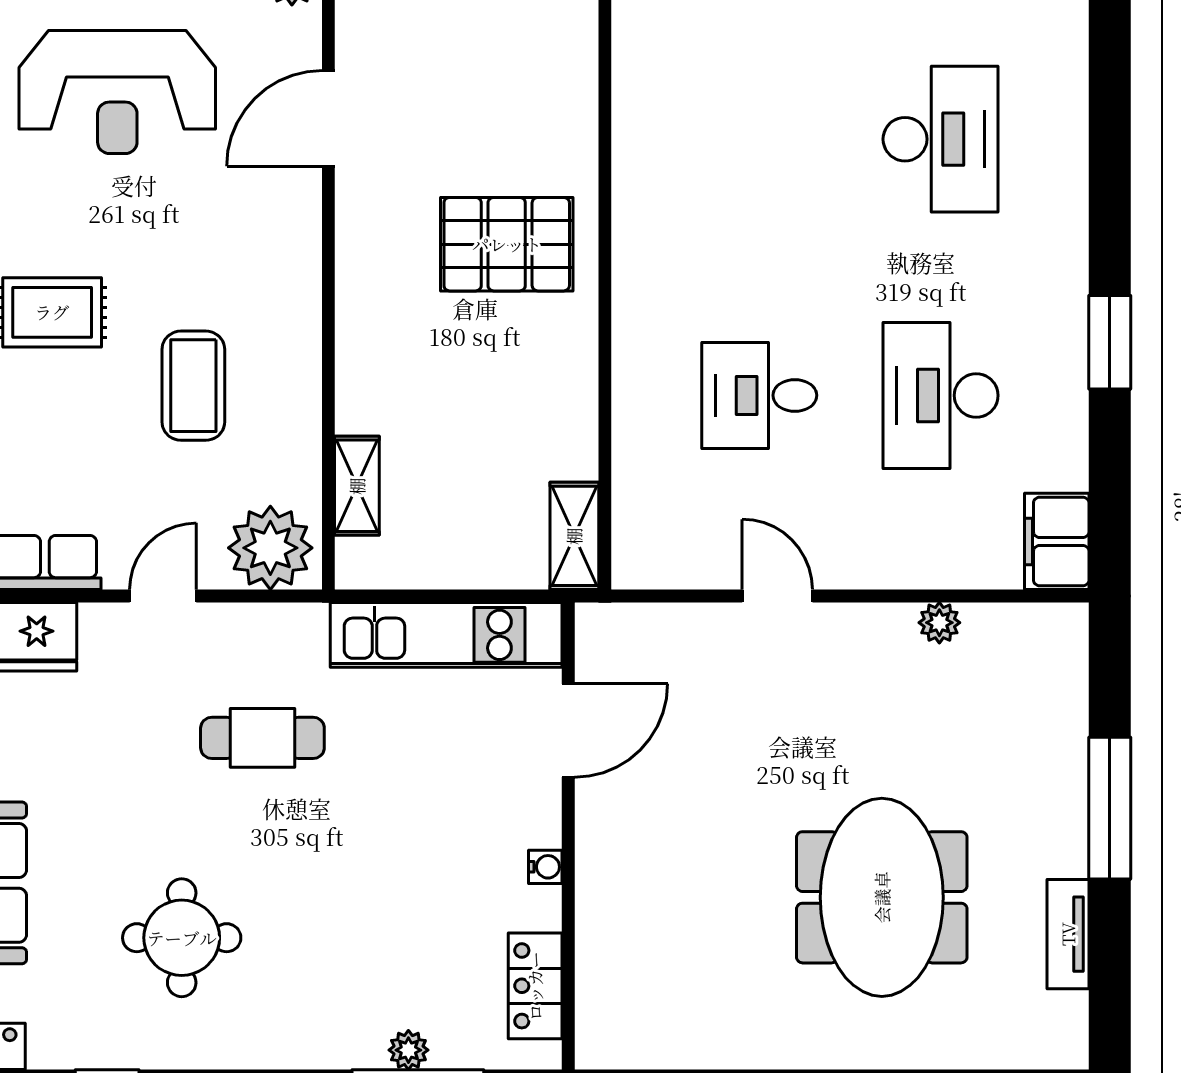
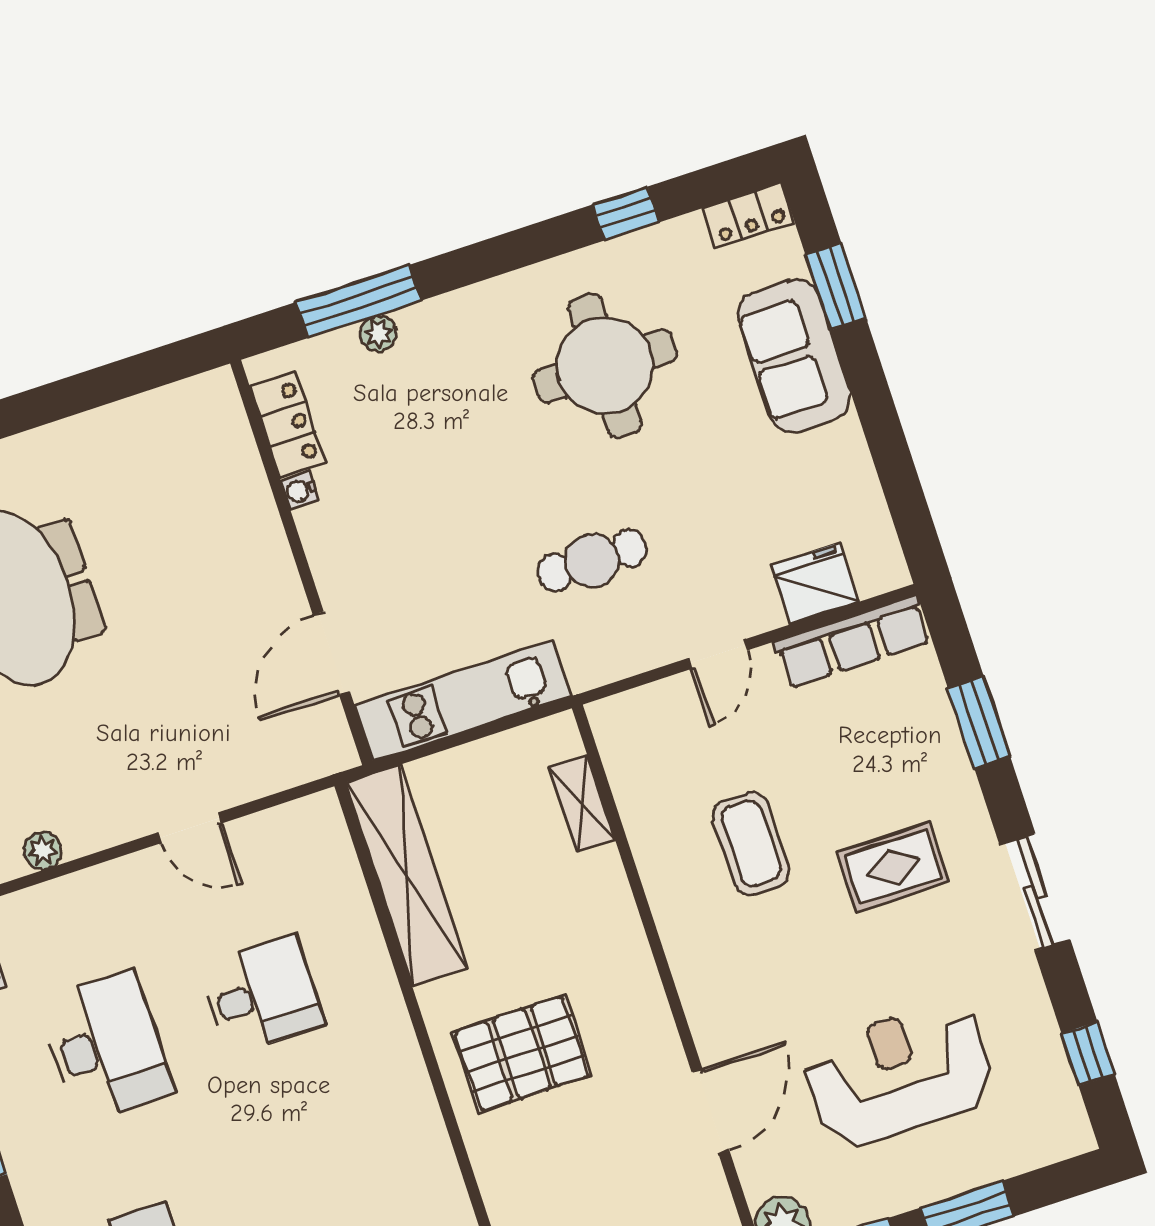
shelving: (574, 536) -> (406, 875), width x2.20, depth x1.33
plant: (270, 548) -> (639, 726), removed
water cooler: (545, 867) -> (300, 491), moved
round table: (182, 938) -> (605, 366), width x1.36, depth x1.36

